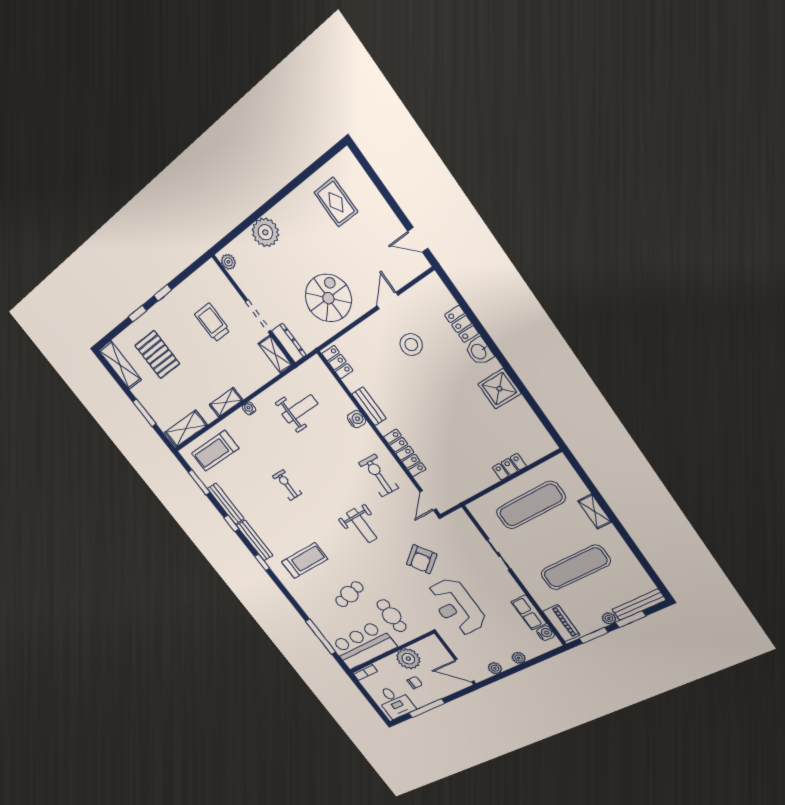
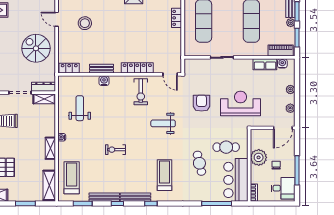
treadmill: (215, 451) -> (72, 178), turned 180
exercise bike: (378, 475) -> (141, 92), turned -92
weight bench: (362, 526) -> (163, 123), turned 180
armchair: (422, 559) -> (202, 103), turned -144
reception desk: (457, 607) -> (240, 103), turned 180

